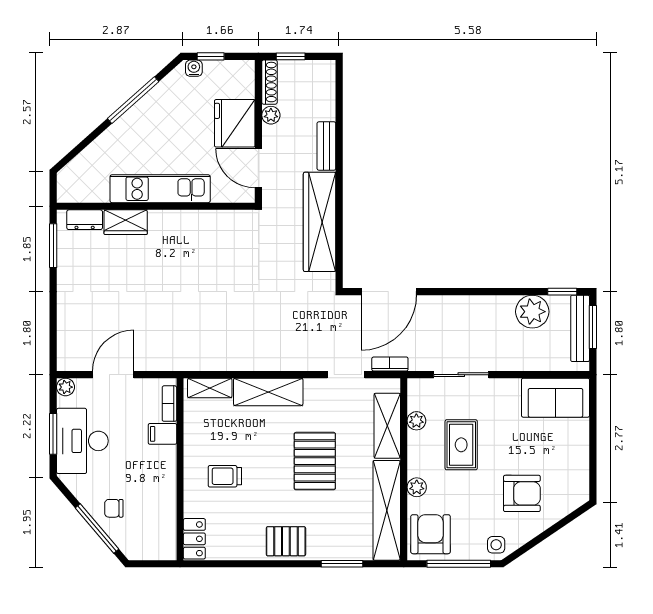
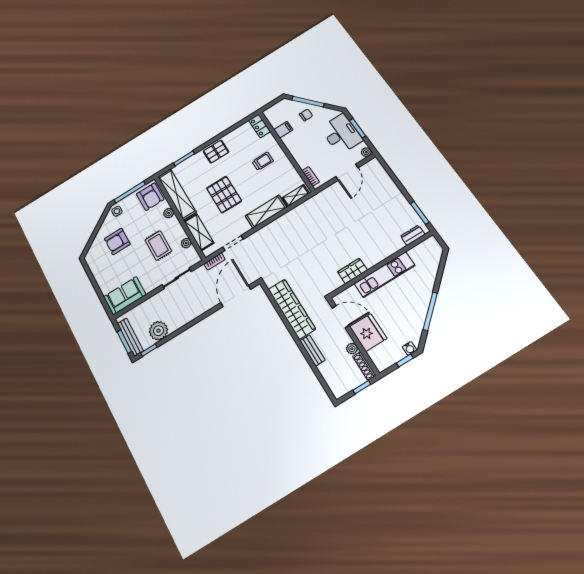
wardrobe: (126, 222) -> (352, 271), moved
filing cabinet: (162, 434) -> (283, 130), moved

